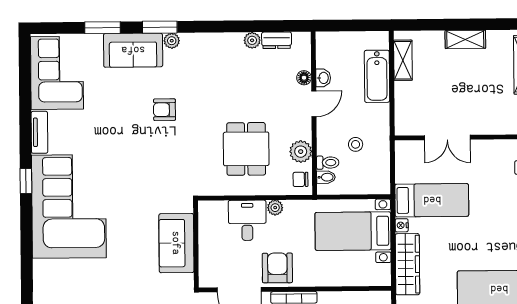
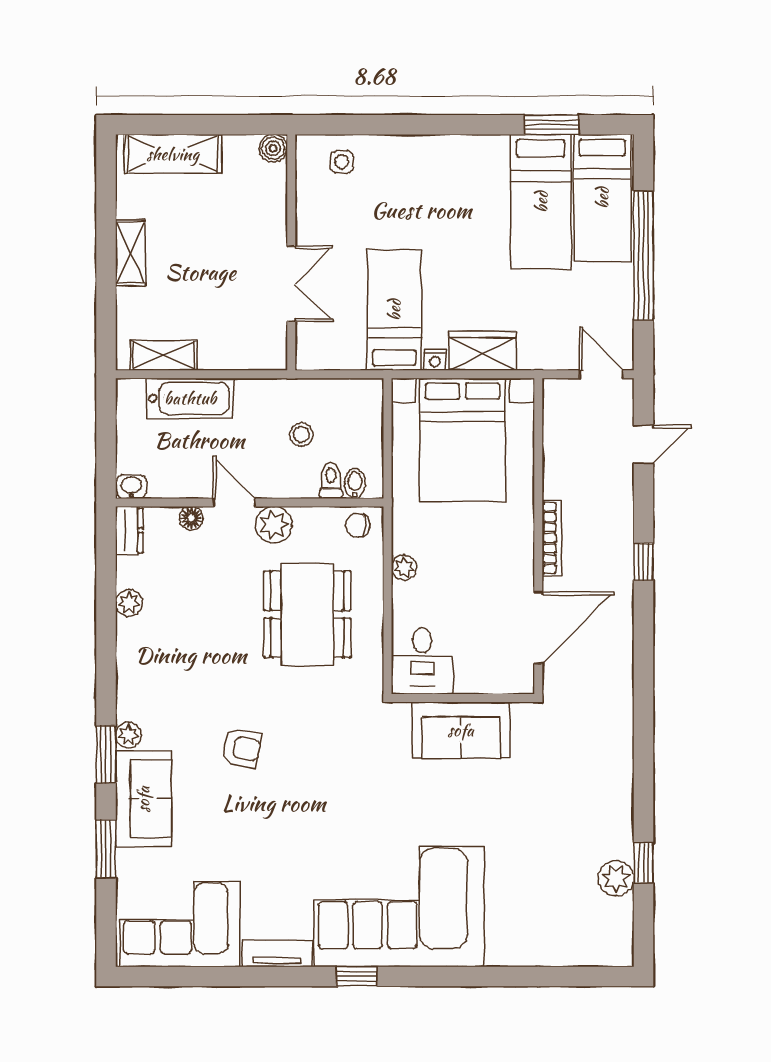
dresser: (277, 40) -> (129, 531), moved
washbasin: (323, 78) -> (131, 487), moved
armchair: (164, 110) -> (242, 748), turned -79
dining table: (246, 149) -> (307, 614), width x1.38
plant: (301, 152) -> (274, 525), moved
chair: (300, 179) -> (358, 525), turned 90
desk: (247, 220) -> (422, 661), moved, turned -90
bed with nightstands: (353, 231) -> (463, 440), width x1.36
wardrobe: (407, 264) -> (482, 351), width x0.67
armchair: (277, 268) -> (503, 565), removed

